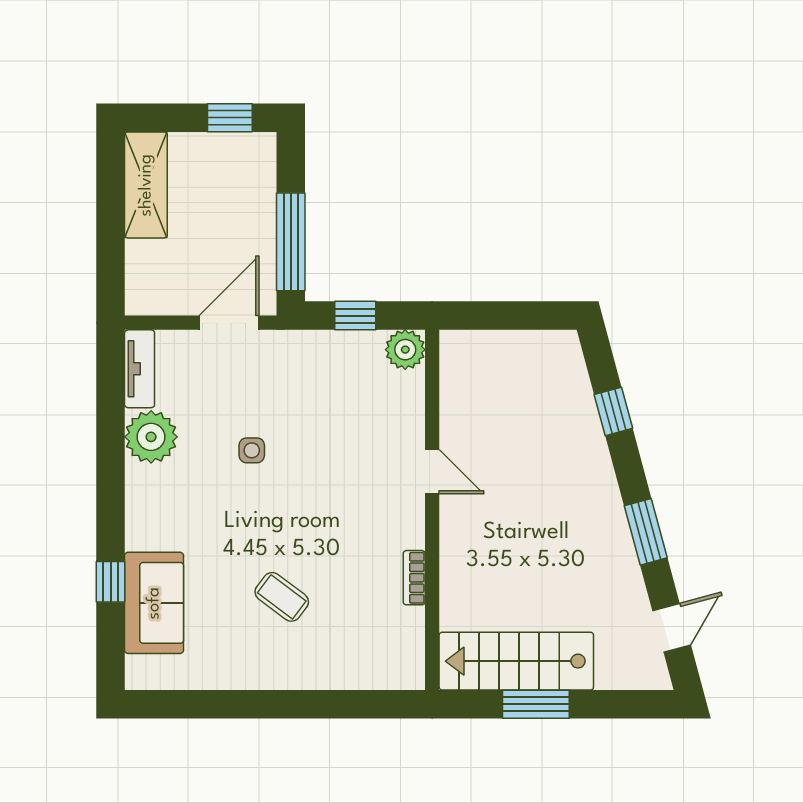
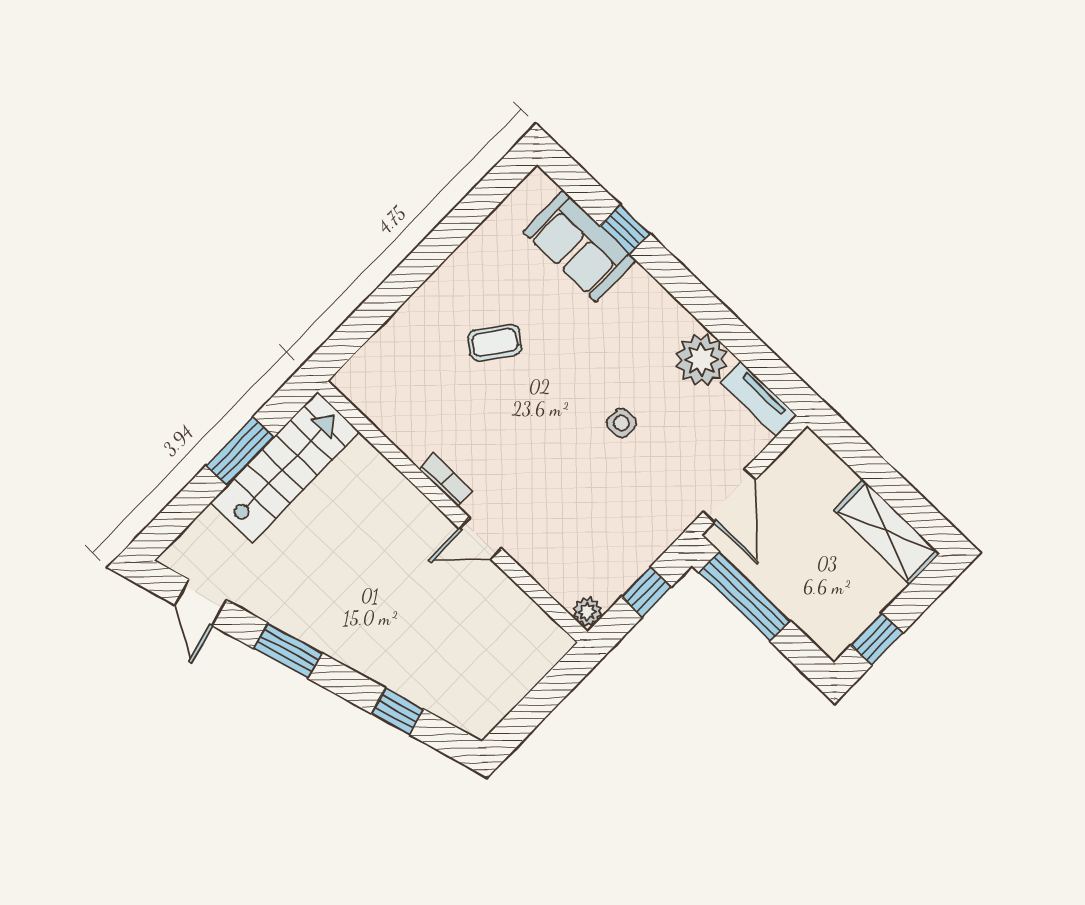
plant: (405, 350) -> (587, 612), width x0.73, depth x0.73
bookcase: (414, 578) -> (446, 480), moved

